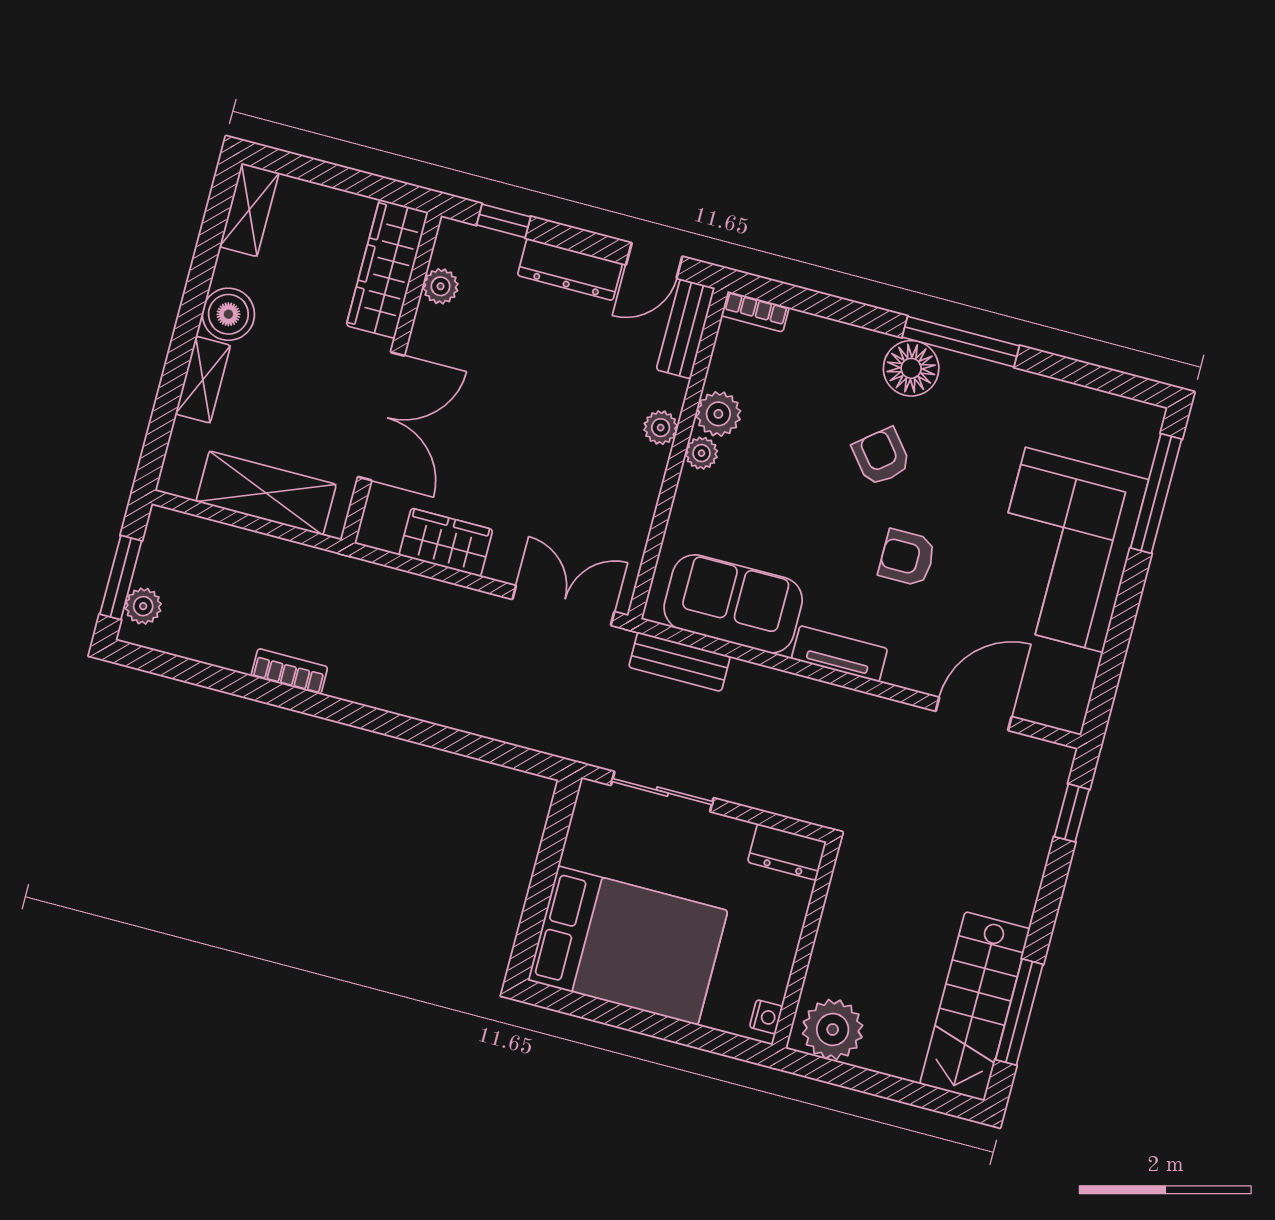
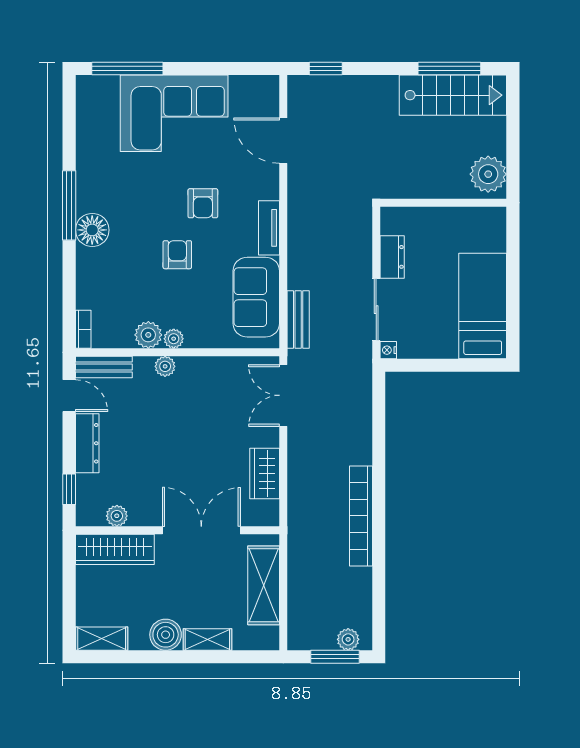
armchair: (881, 457) -> (177, 255), moved, turned 129
bookcase: (289, 671) -> (361, 516), width x2.31, depth x1.31
dresser: (787, 852) -> (392, 257), moved
bed: (628, 945) -> (483, 306), width x0.67
nightstand: (766, 1017) -> (388, 350), moved, turned -90

